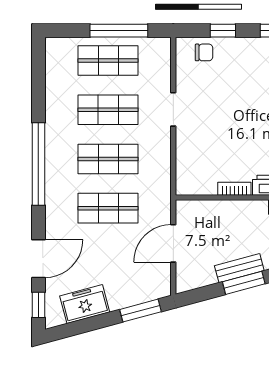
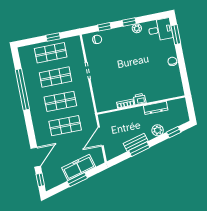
window: (119, 31) -> (53, 37), width x0.46
window: (38, 164) -> (22, 90), moved
freezer: (85, 304) -> (79, 167), moved, width x1.40
window: (140, 311) -> (77, 180), moved

